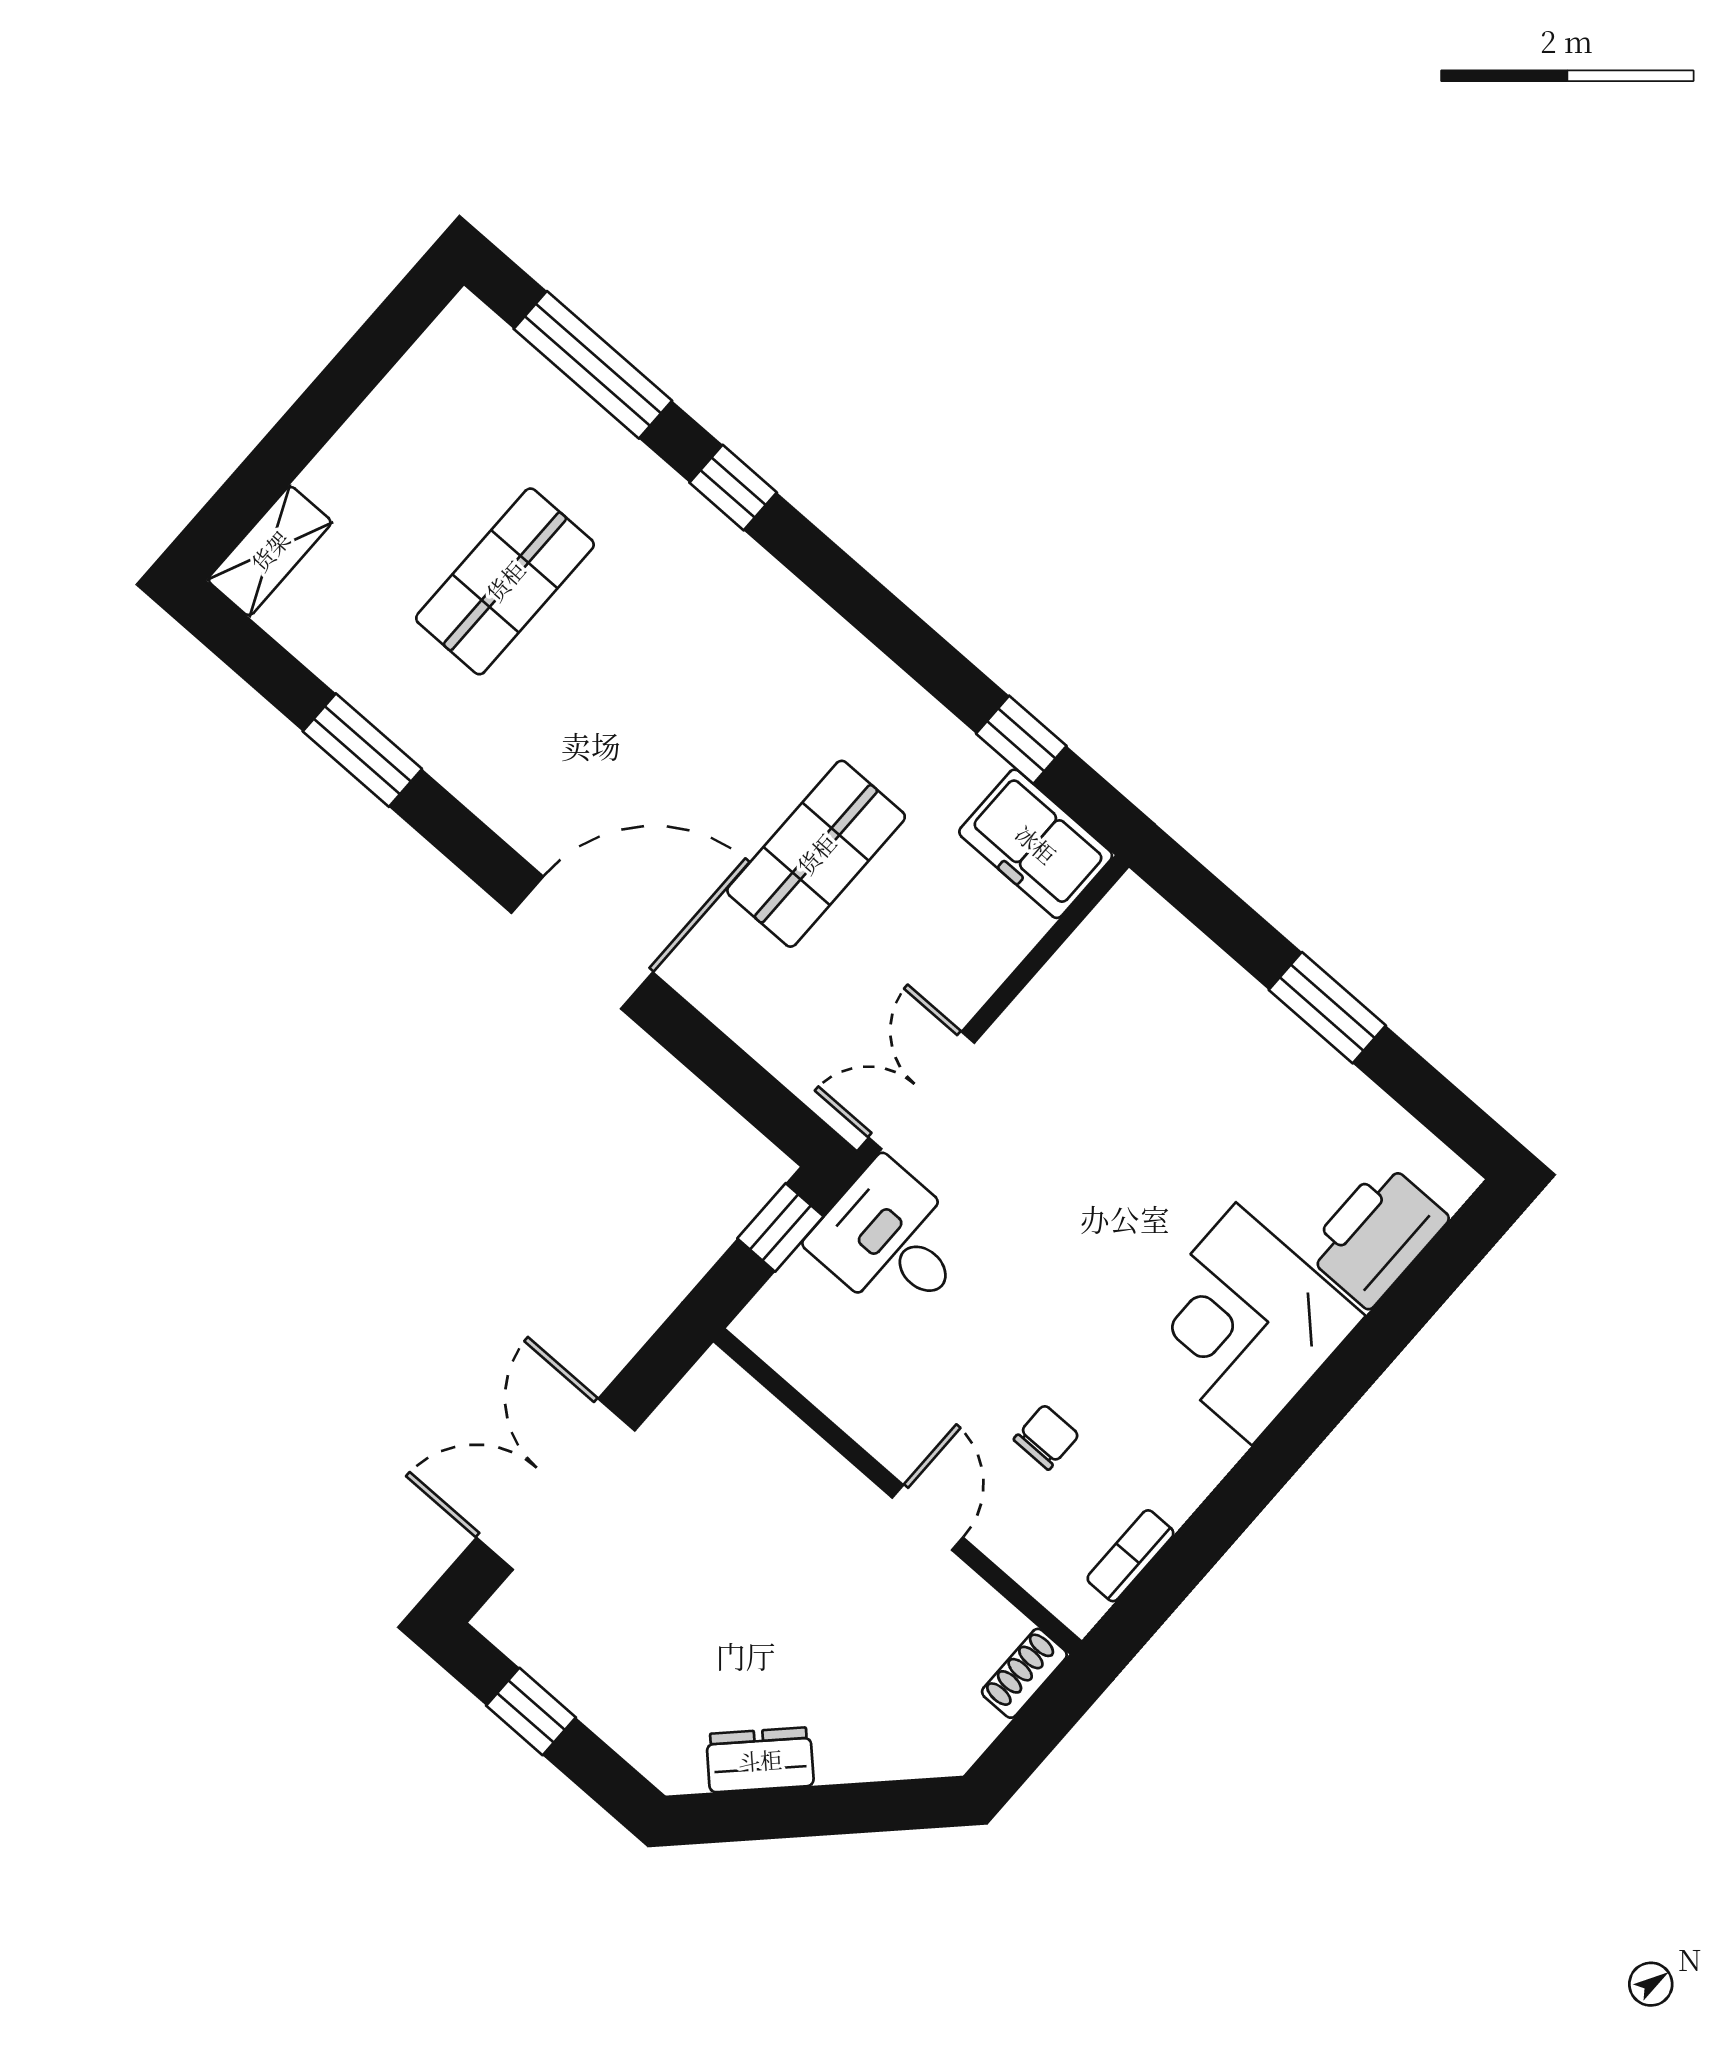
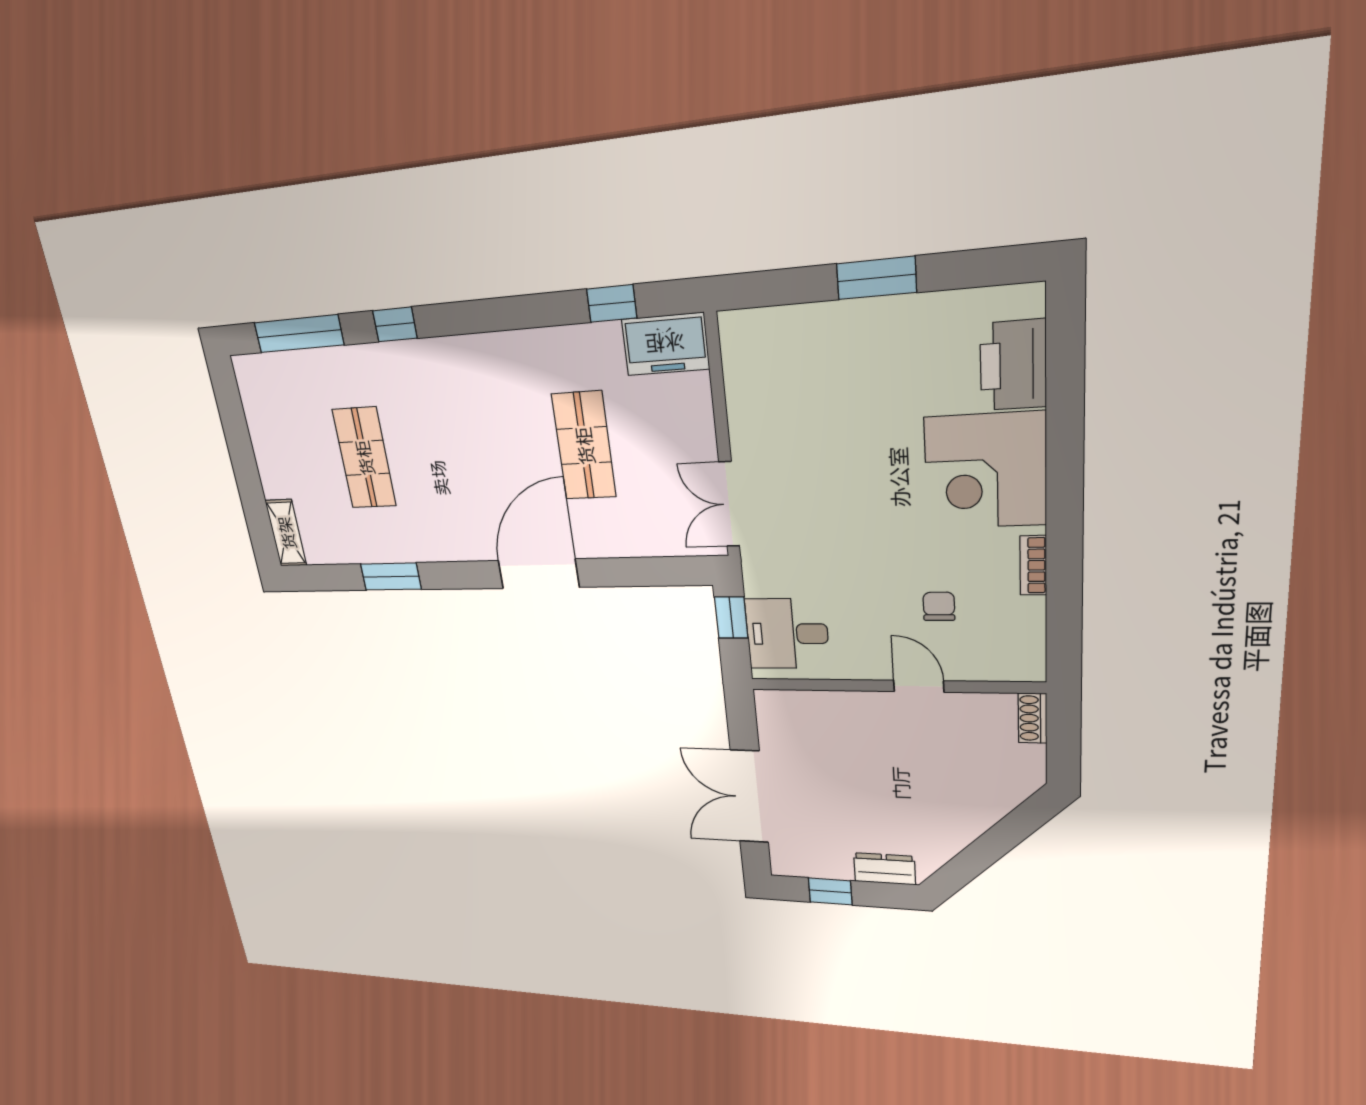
desk: (891, 1241) -> (787, 634), moved
bookcase: (1130, 1556) -> (1033, 565), moved
dresser: (760, 1760) -> (884, 869), moved, turned 45

